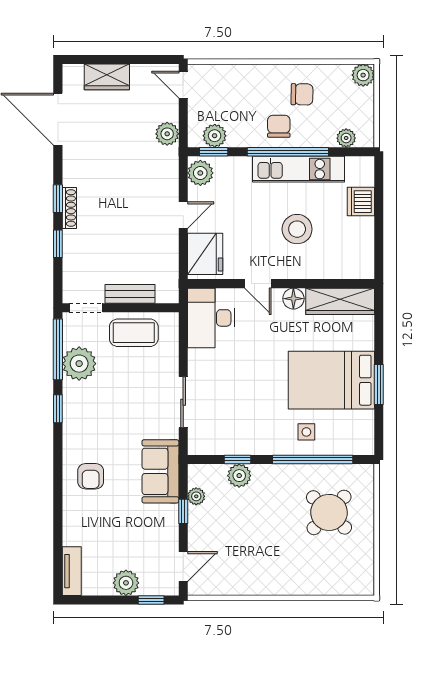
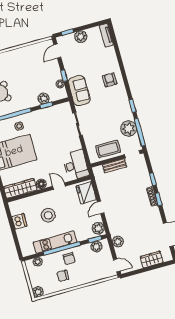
dishwasher: (361, 202) -> (19, 221), moved

